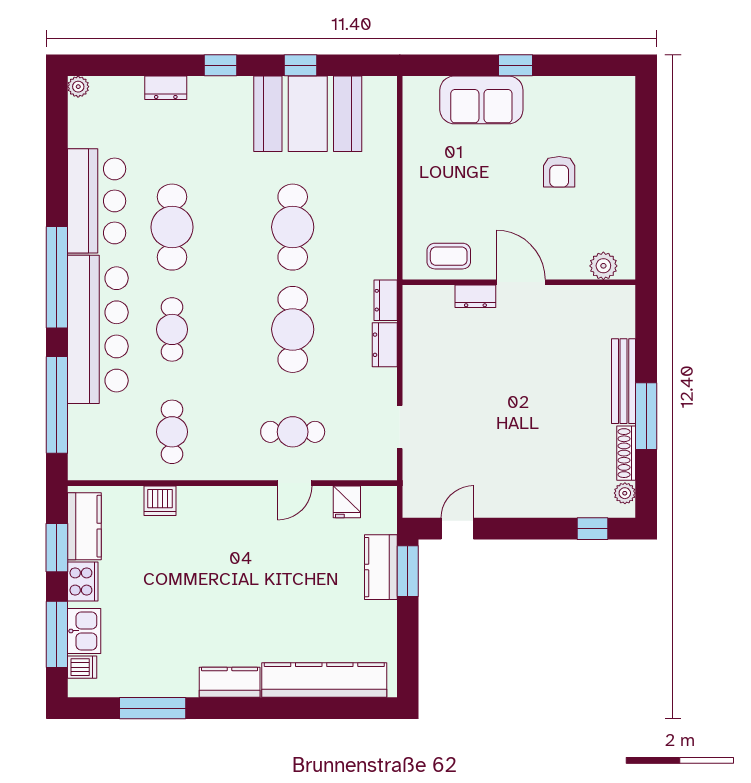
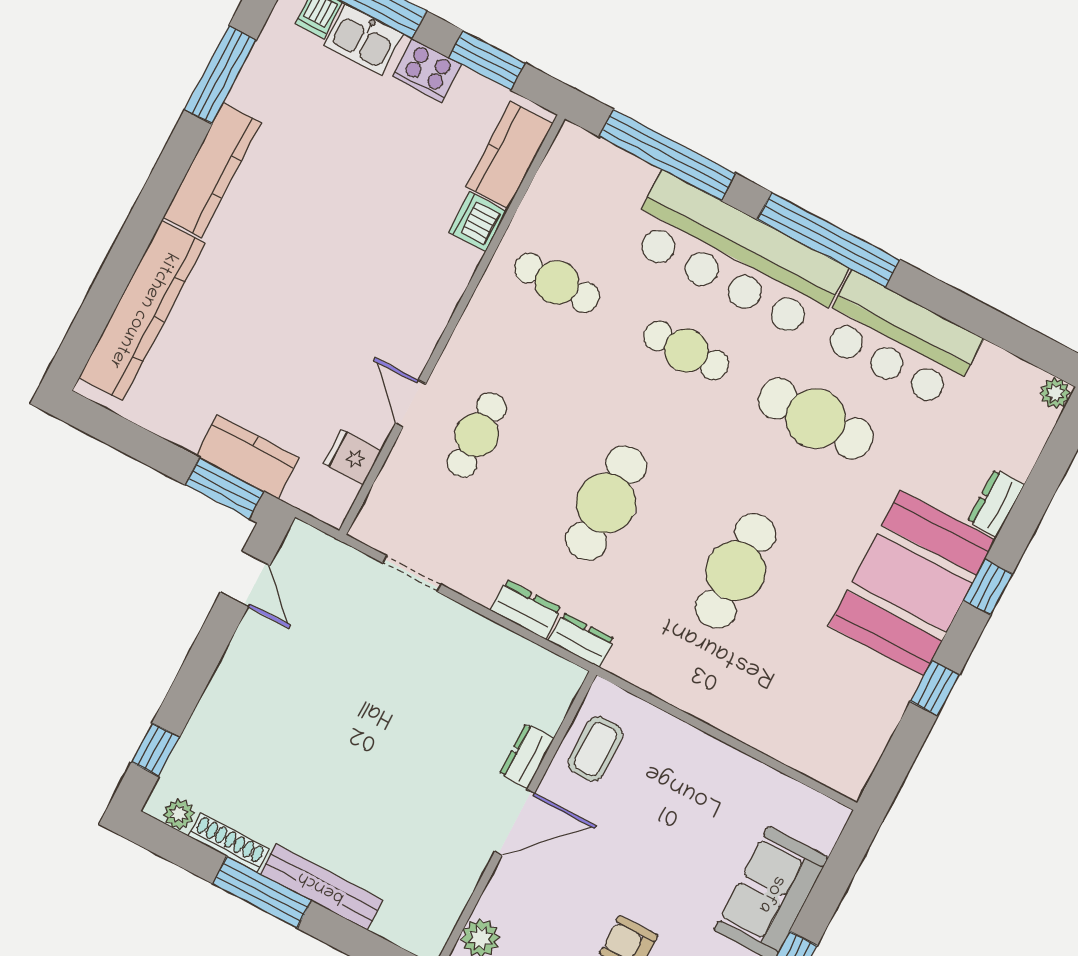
booth: (308, 114) -> (912, 583), moved
cafe table: (293, 227) -> (736, 571), turned 90
cafe table: (293, 329) -> (606, 503), turned 90
kitchen counter: (84, 526) -> (510, 155), moved, turned 90
kitchen counter: (230, 682) -> (212, 170), width x1.50

